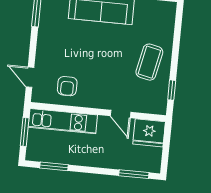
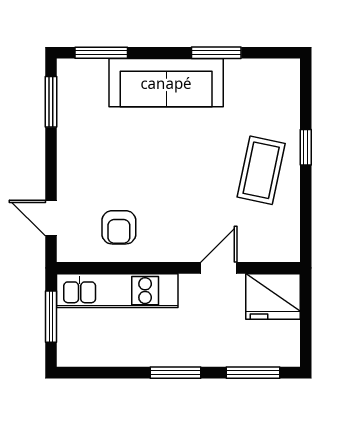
window: (172, 90) -> (306, 147), moved
door: (121, 114) -> (219, 268), swing flipped
window: (54, 166) -> (175, 373), moved

